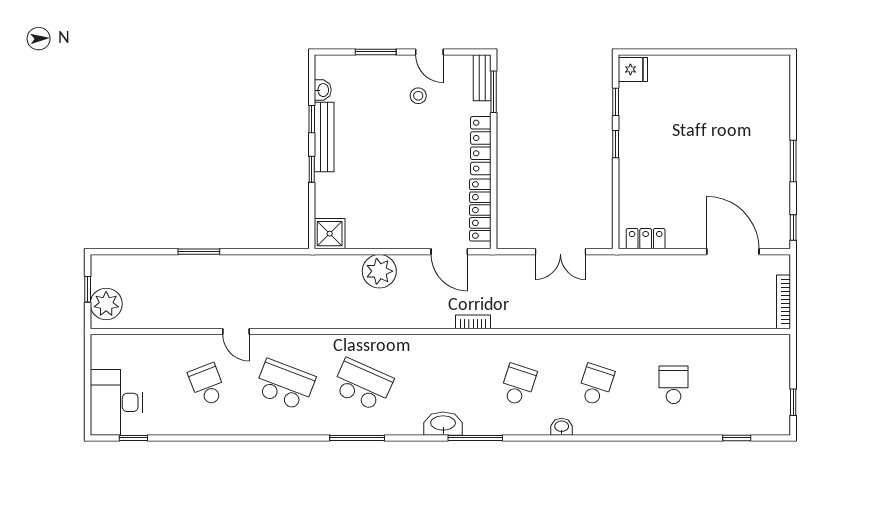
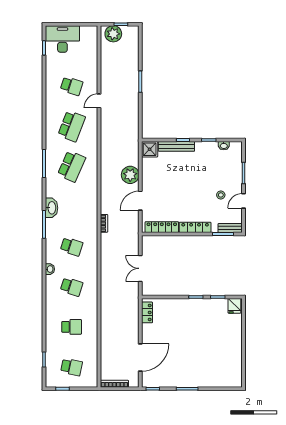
bench: (324, 137) -> (176, 146), moved
door: (449, 252) -> (140, 201), moved
school desk: (207, 385) -> (72, 86), turned 39
school desk: (751, 385) -> (72, 367), added

